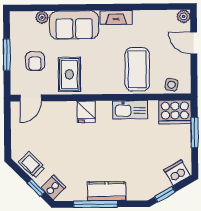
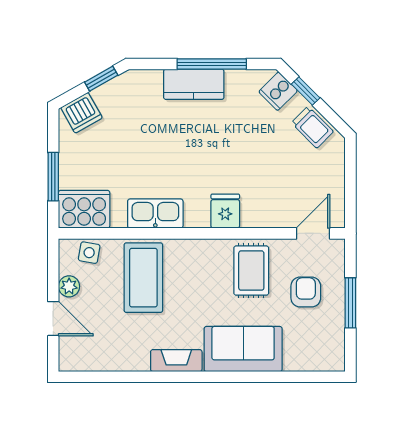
plant: (184, 16) -> (69, 286), moved
plant: (42, 17) -> (294, 362), removed

